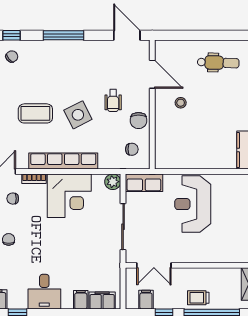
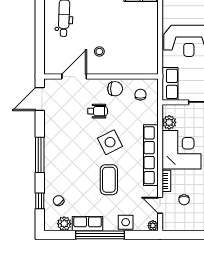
plant: (113, 182) -> (169, 122), moved

